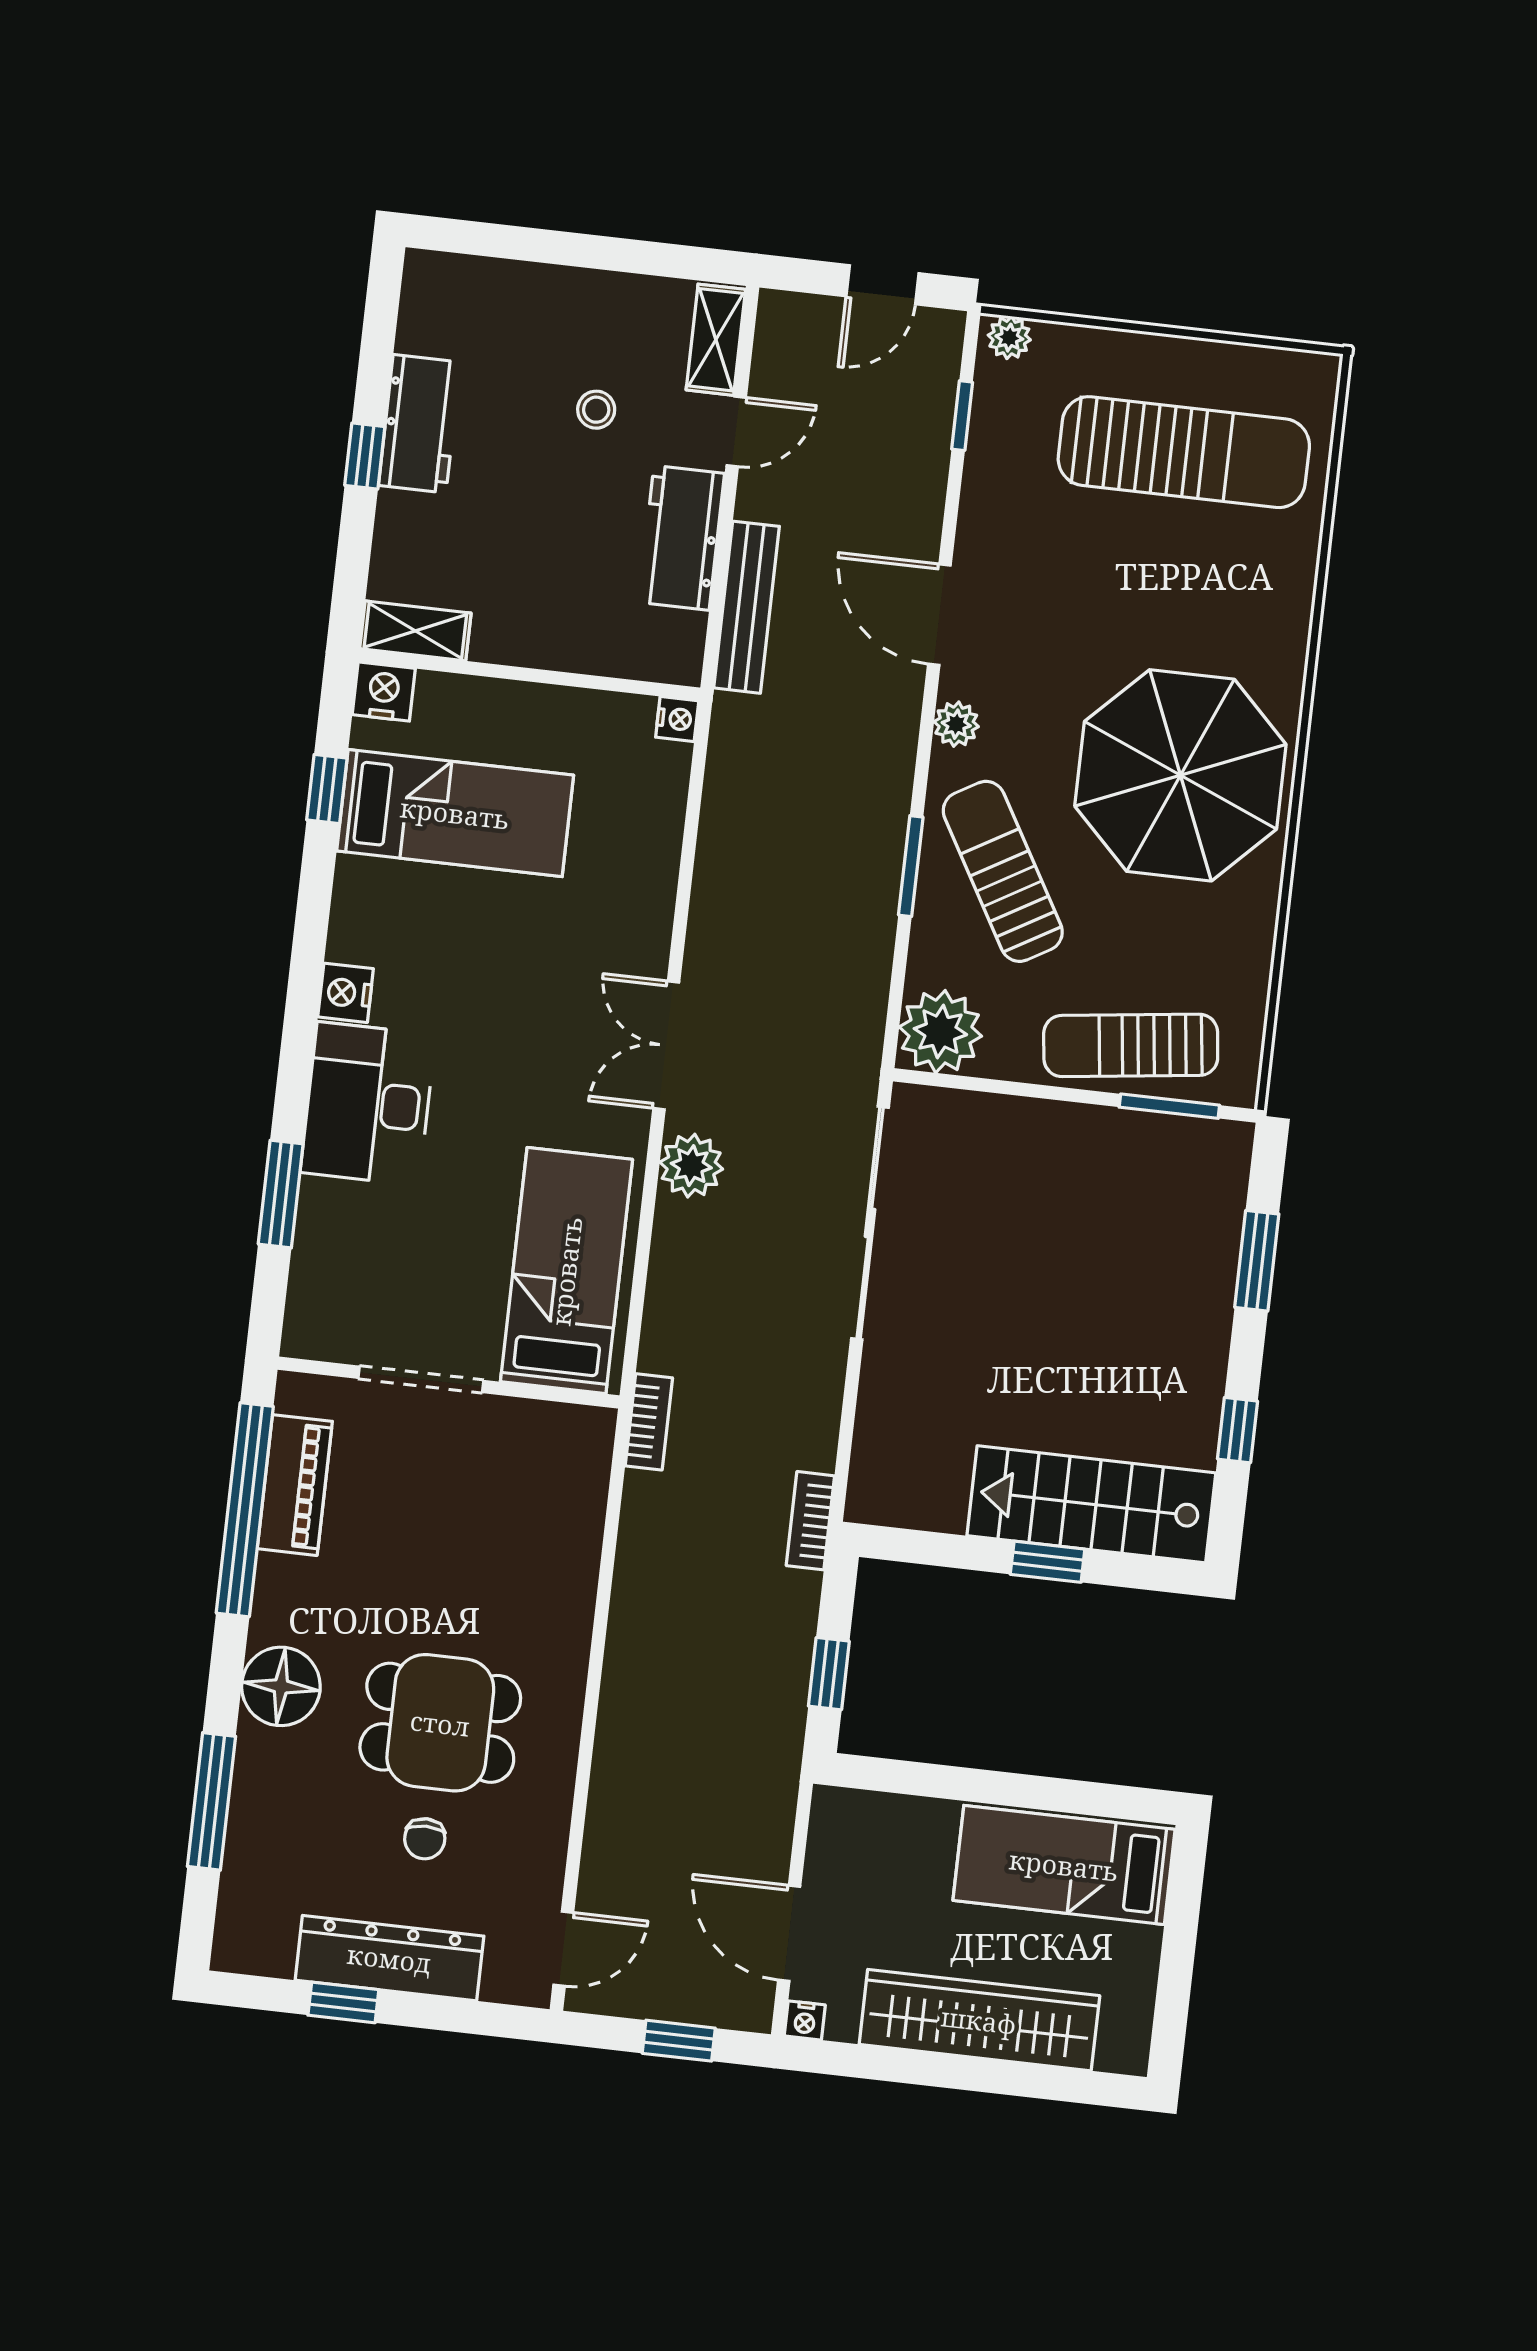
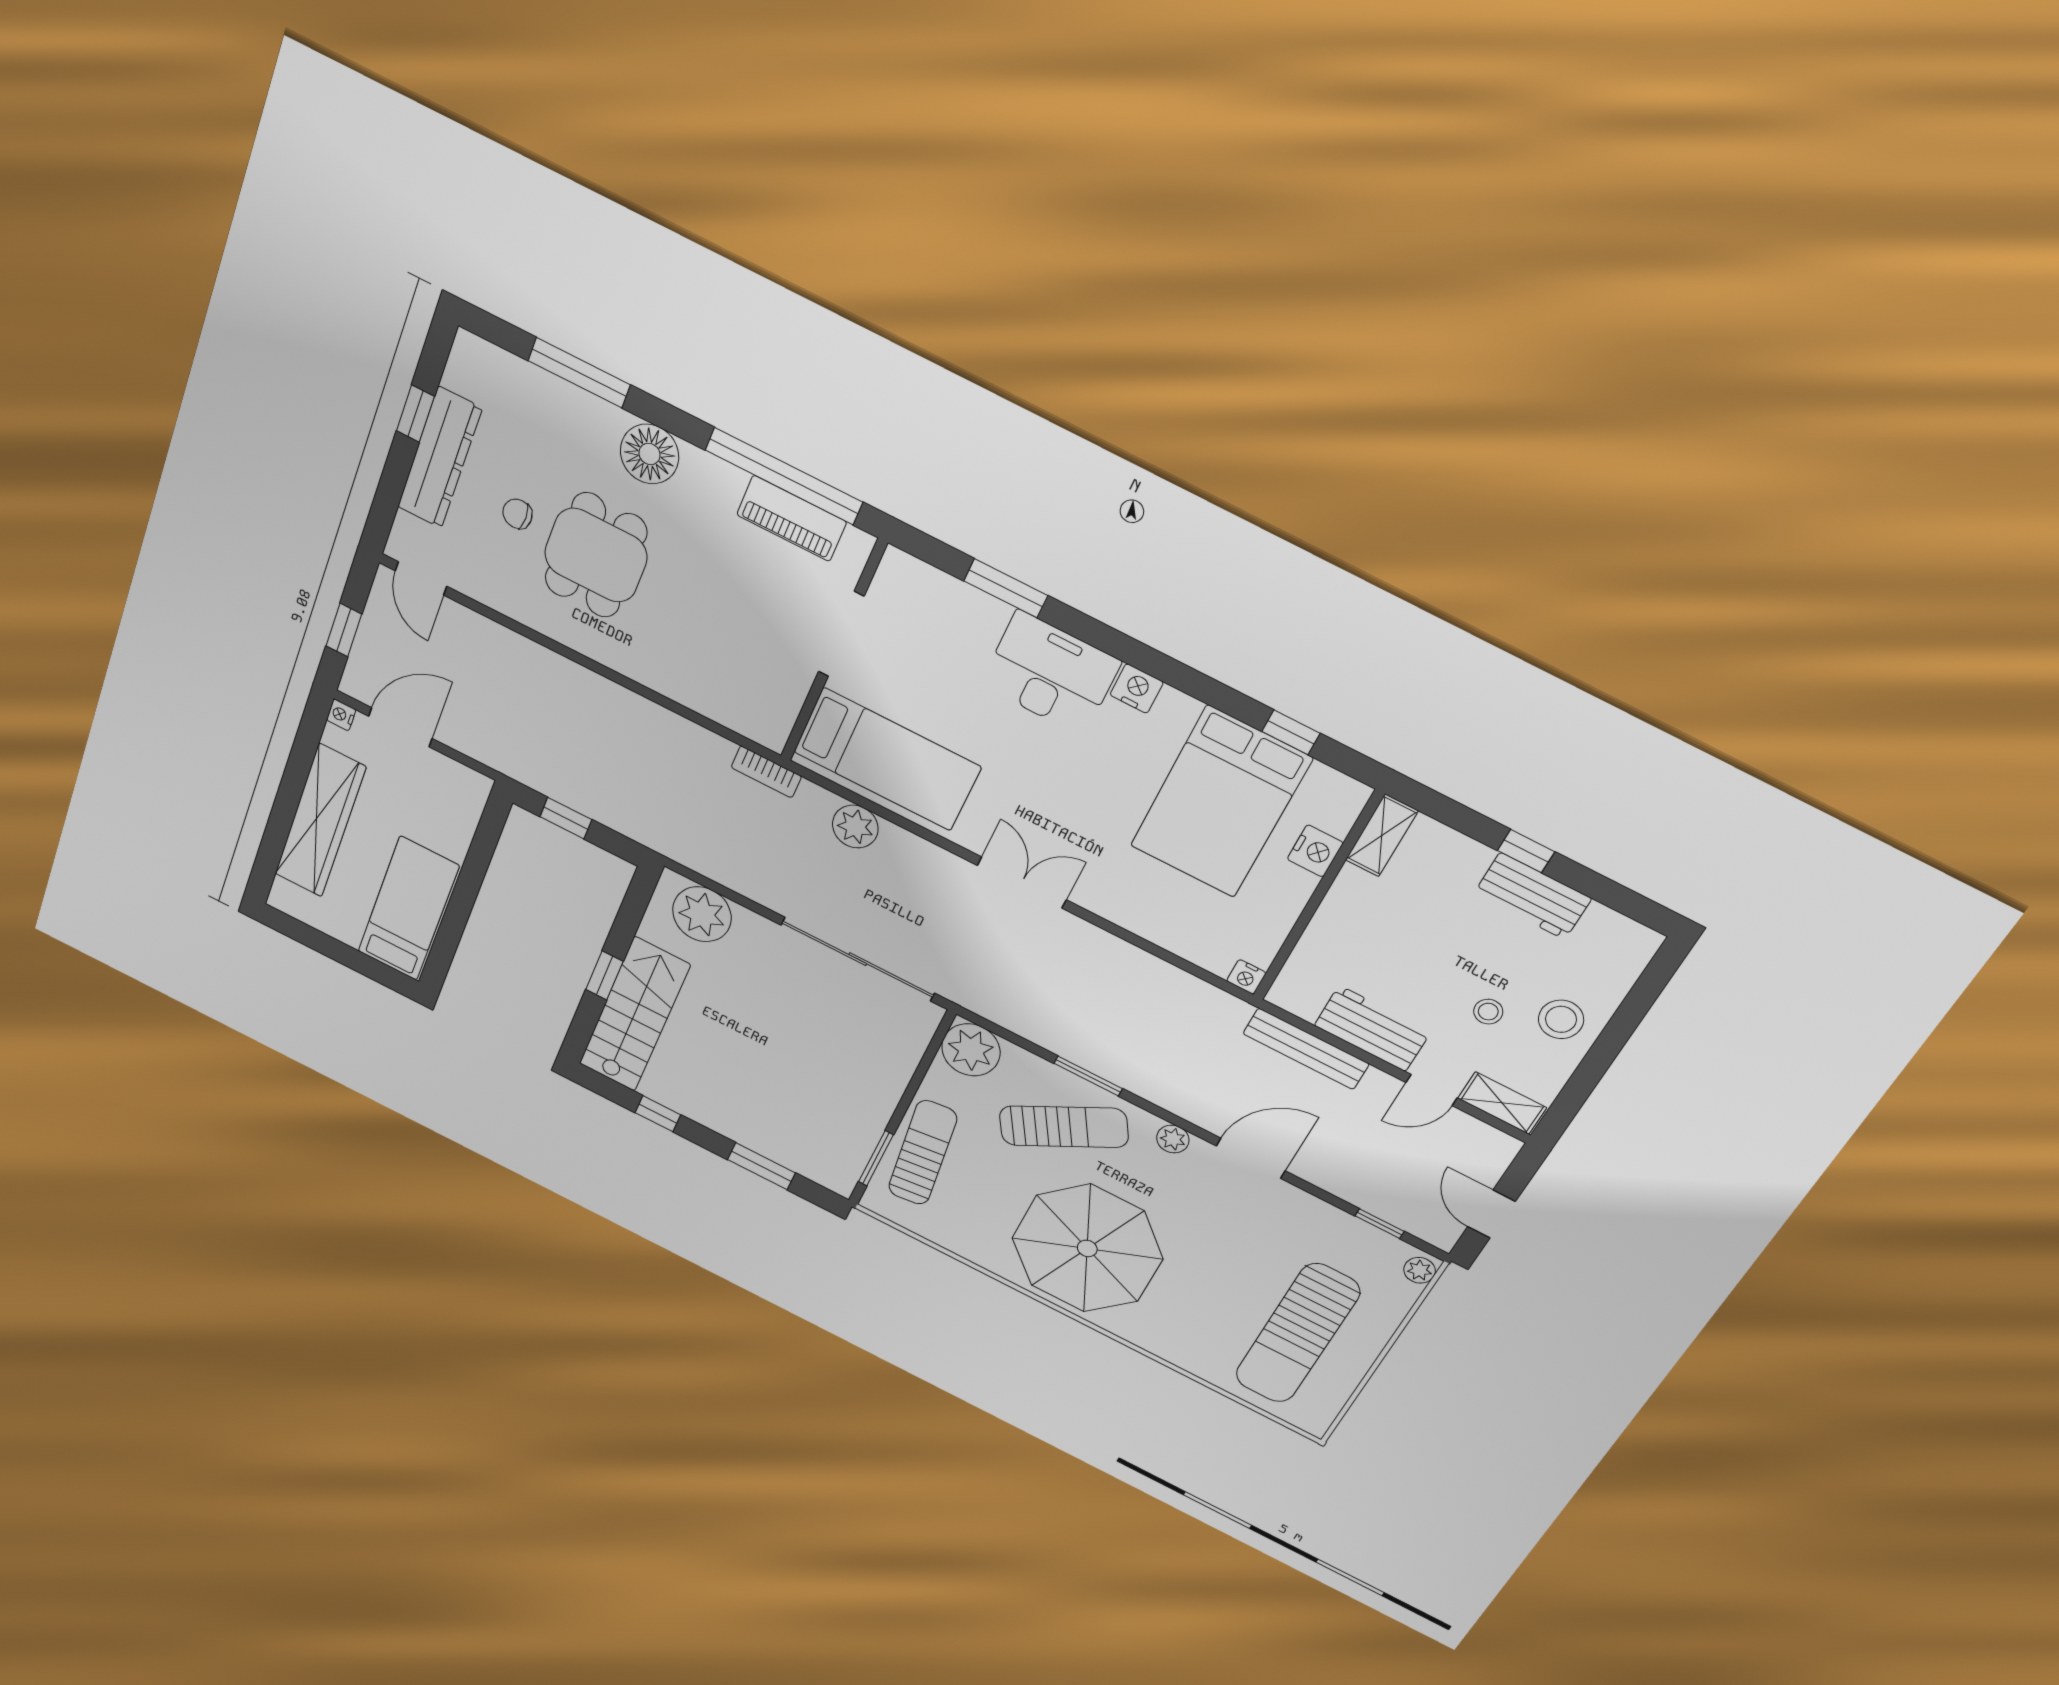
stool: (569, 320) -> (1561, 1019), added
door: (736, 432) -> (1432, 1090), hinge flipped
nightstand: (384, 692) -> (1315, 851), moved
bed: (455, 813) -> (1221, 802), width x1.50
plant: (691, 1166) -> (855, 827), moved
plant: (894, 1451) -> (702, 914), added
bookcase: (810, 1521) -> (670, 846), removed

